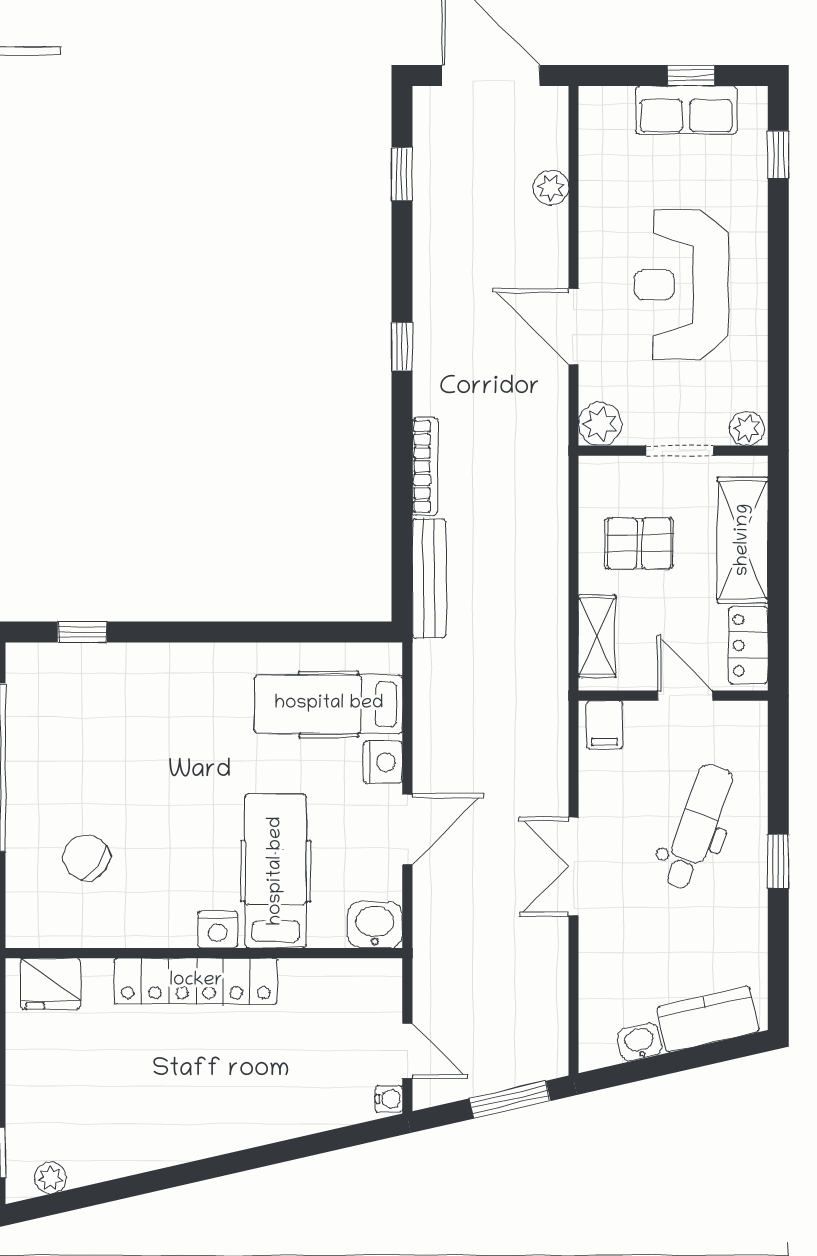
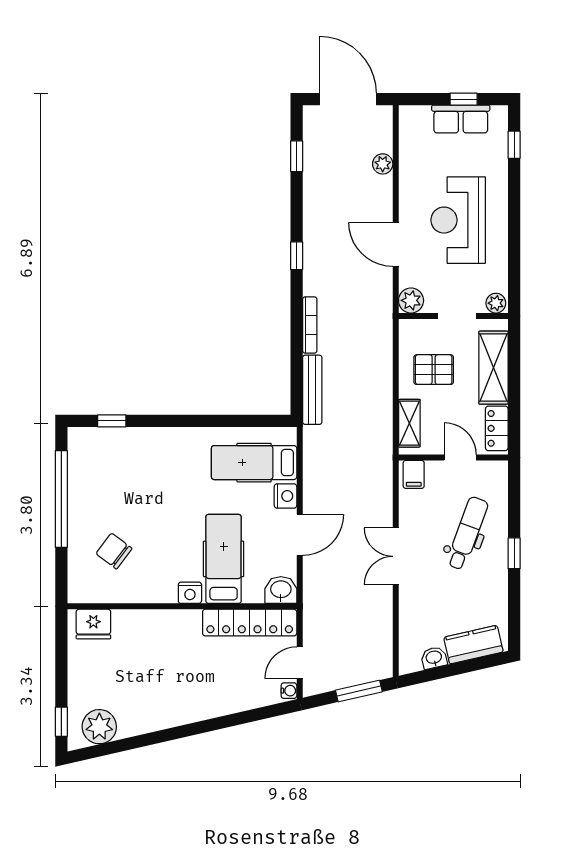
locker: (196, 981) -> (250, 623), moved
door: (407, 1051) -> (300, 663), swing flipped
plant: (50, 1178) -> (99, 727), width x1.88, depth x1.88

